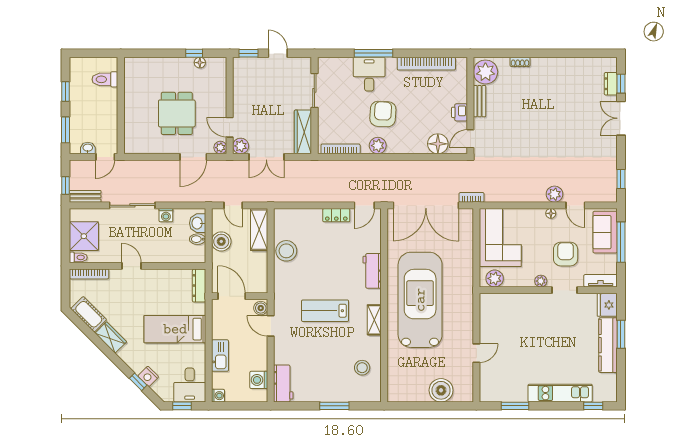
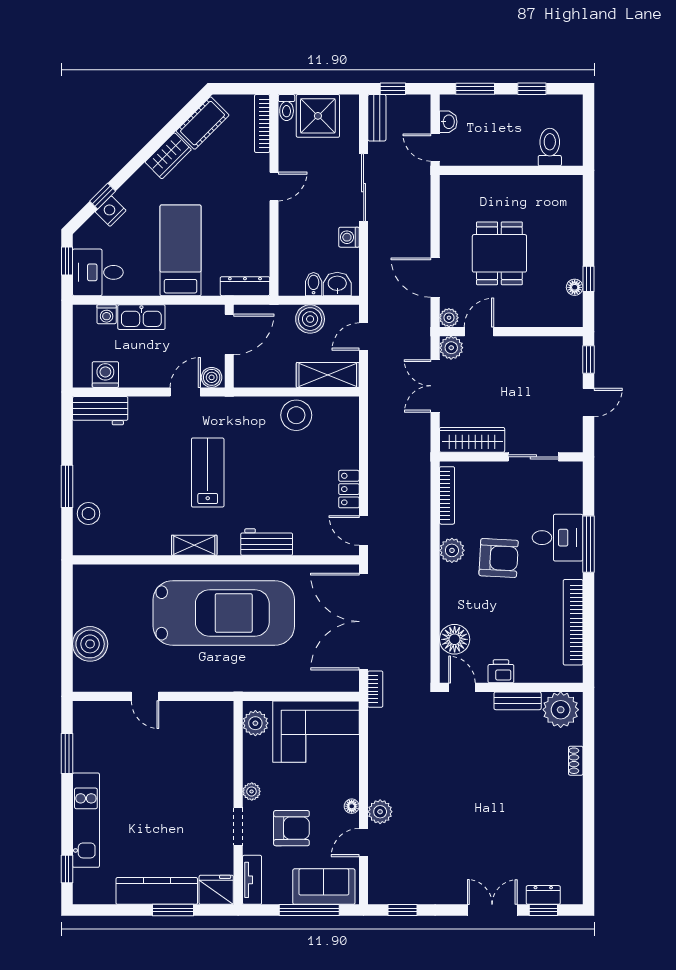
dining table: (177, 113) -> (499, 253), turned 90
stool: (362, 368) -> (88, 514), moved
washing machine: (218, 396) -> (107, 314), moved

